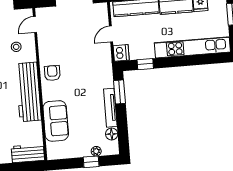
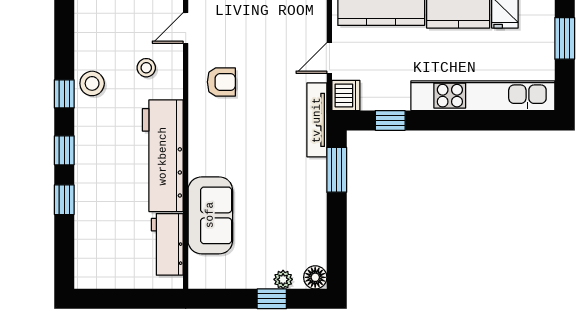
armchair: (52, 73) -> (221, 82), moved, turned 90
tv unit: (110, 108) -> (317, 120), moved
floor lamp: (112, 134) -> (315, 277), moved
workbench: (28, 153) -> (167, 244), moved, turned -90

